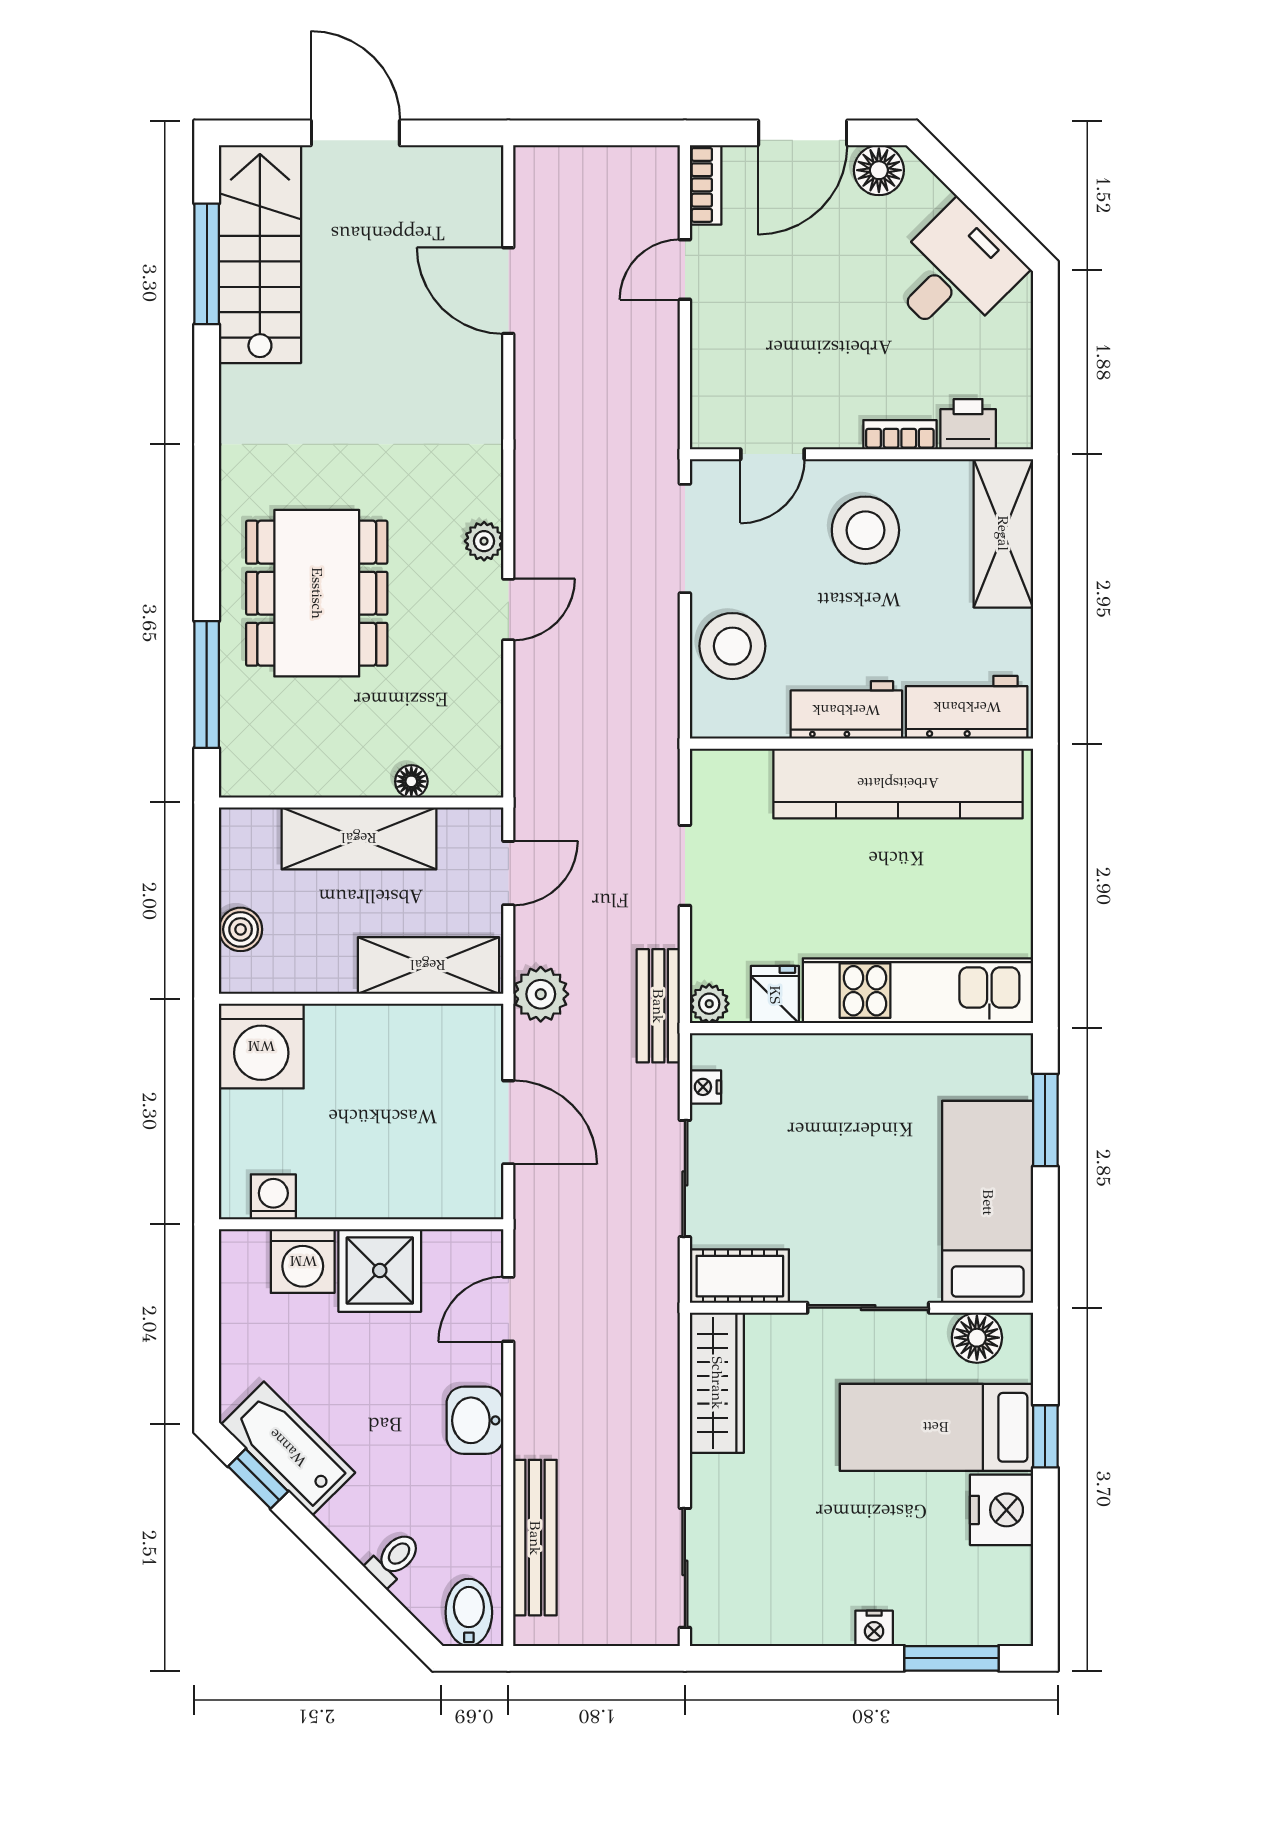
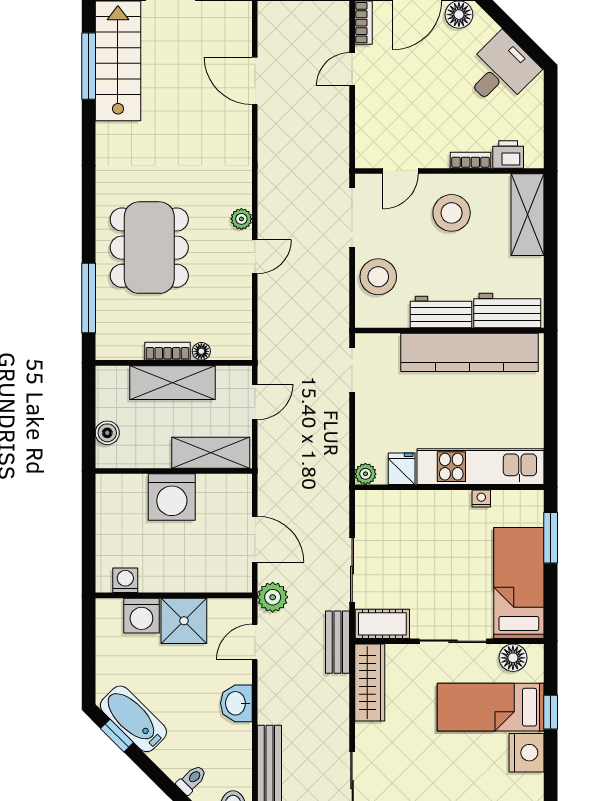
bookcase: (350, 781) -> (167, 351), added
doorway: (685, 865) -> (352, 370), moved
plant: (541, 994) -> (273, 597), moved
bench: (658, 1006) -> (337, 642), moved
washing machine: (261, 1046) -> (172, 497), moved
nightstand: (705, 1087) -> (481, 499), moved, turned 90

